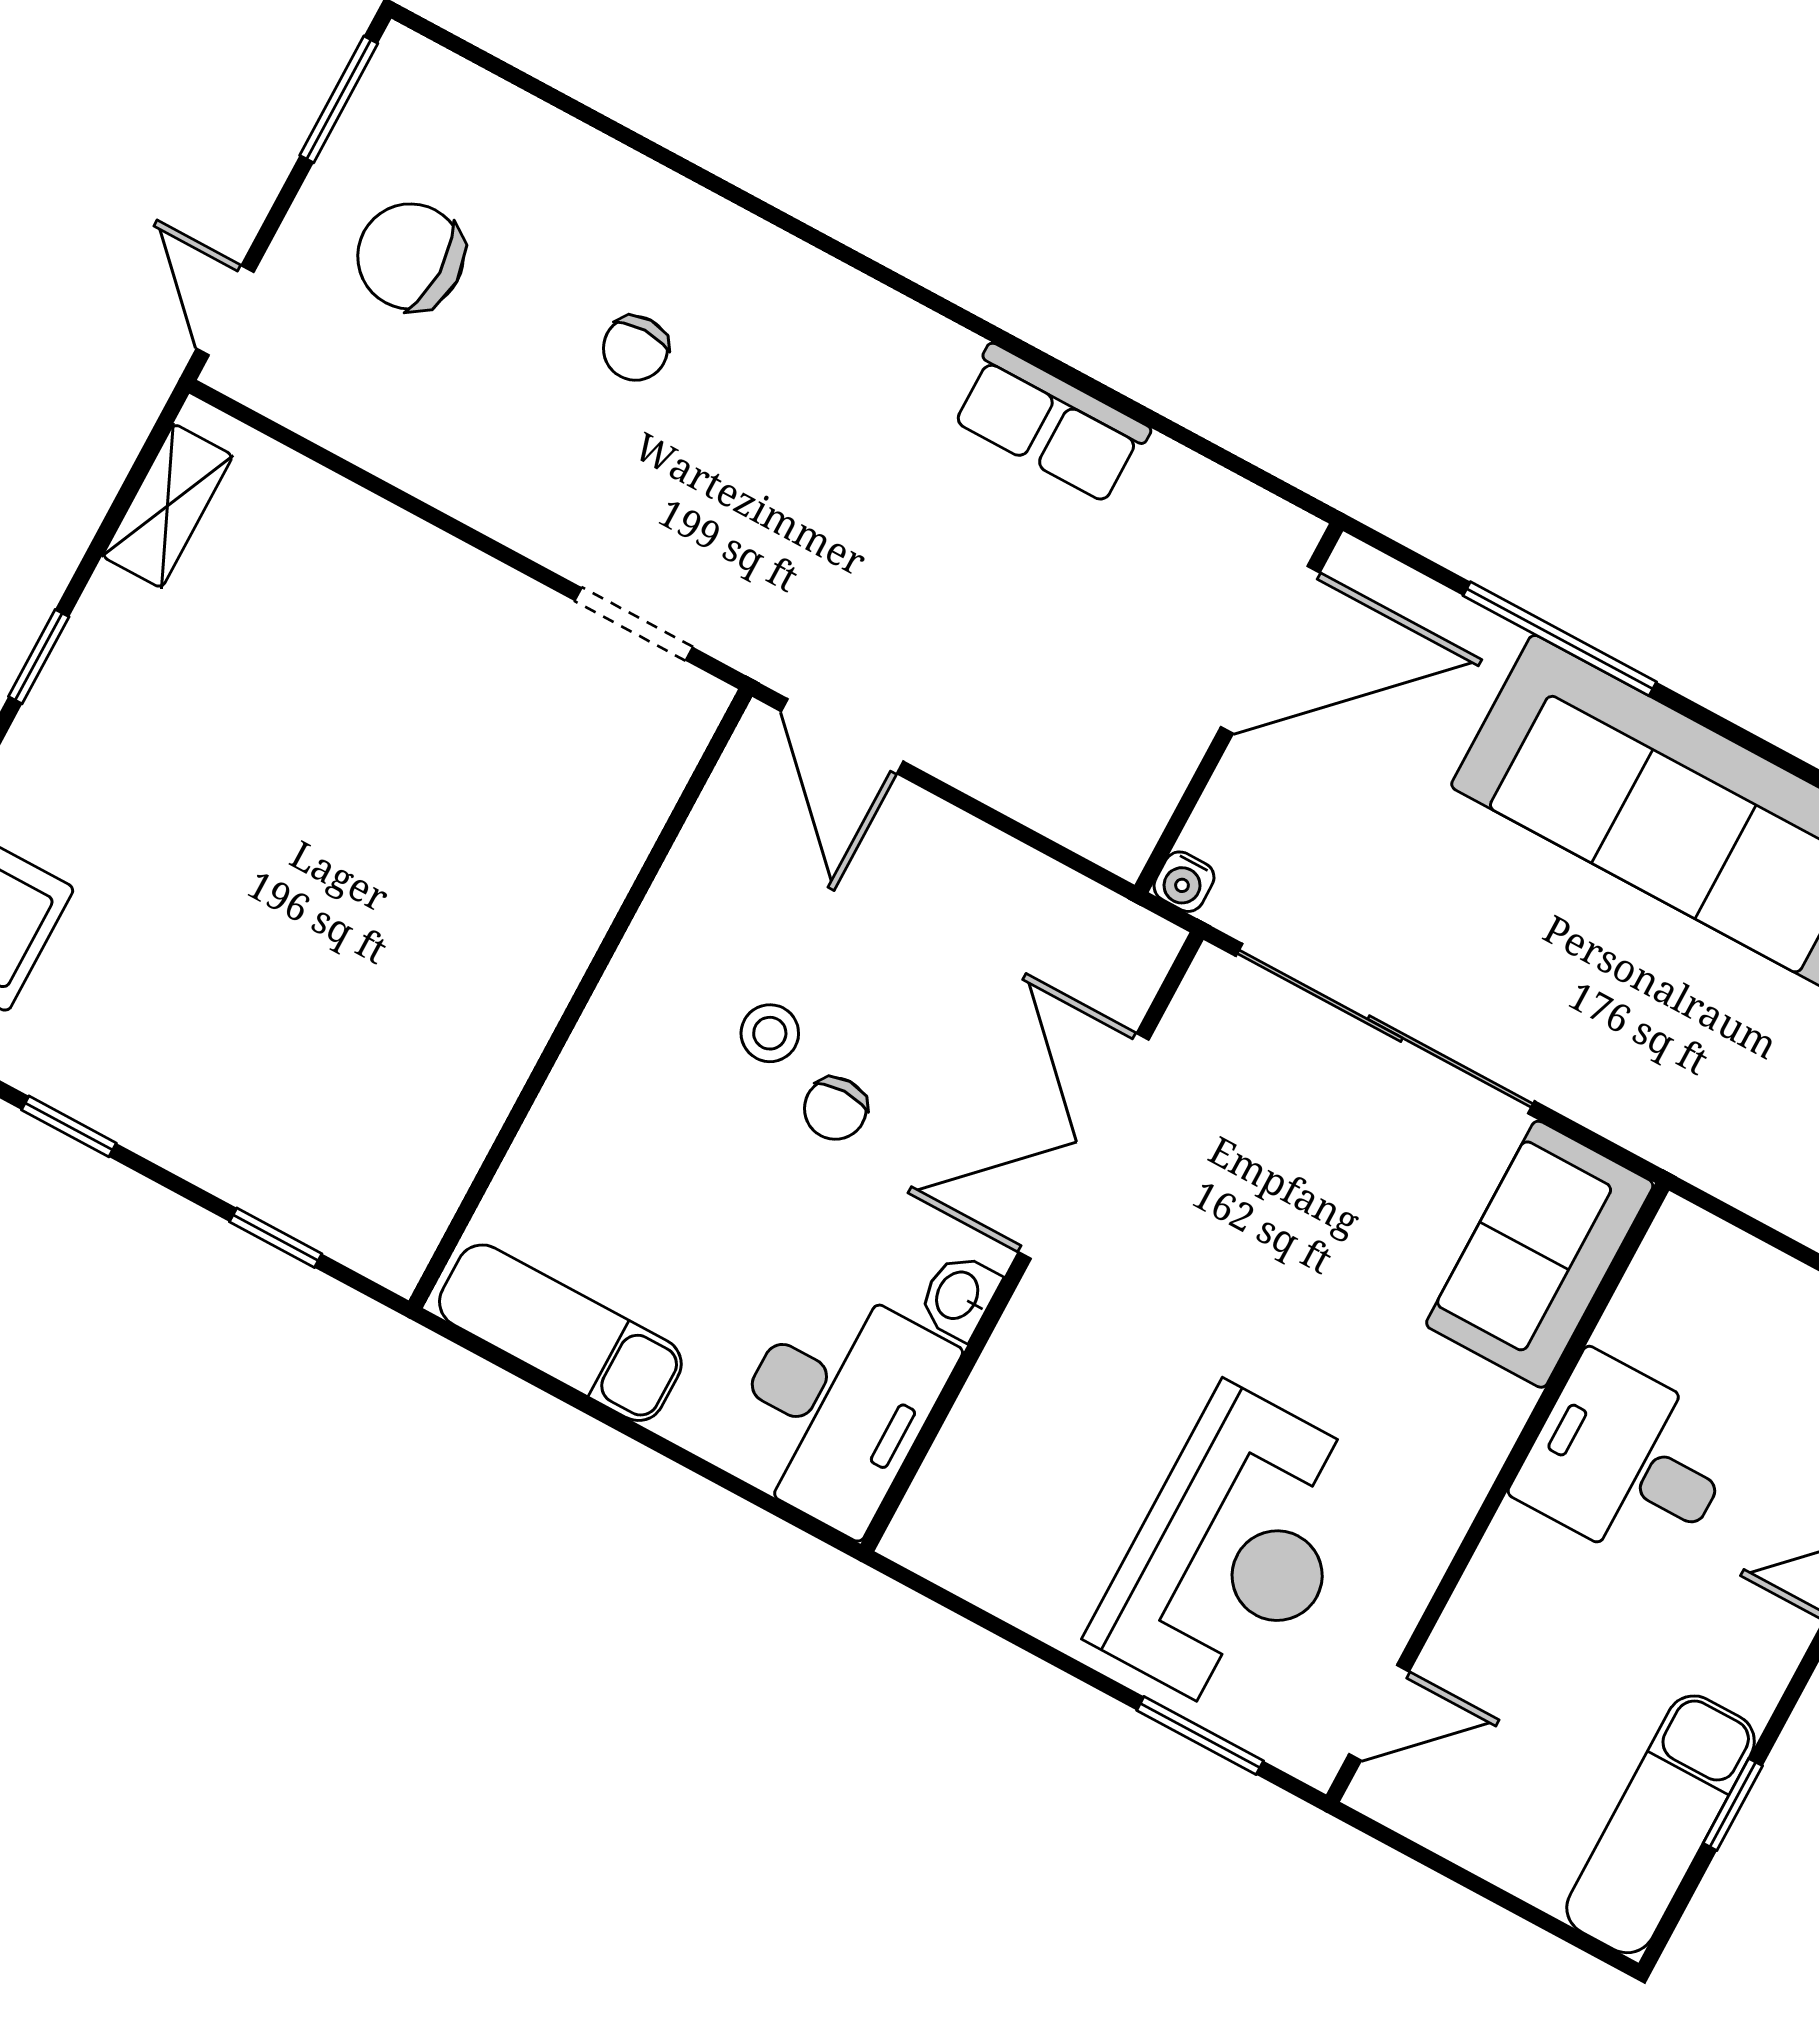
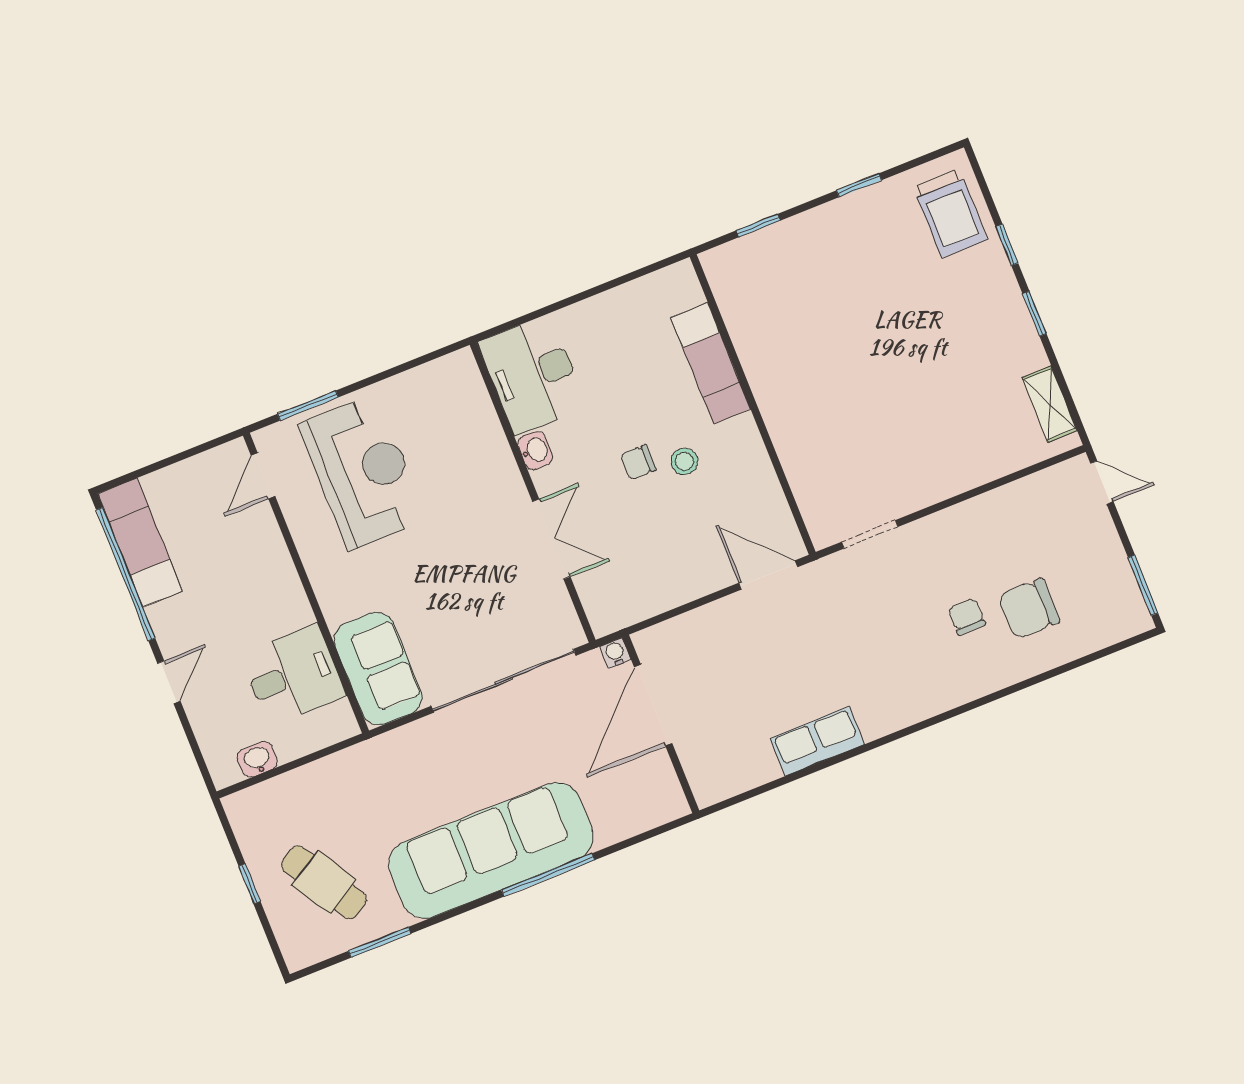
chair: (411, 256) -> (1029, 609), moved, turned 180
window: (1560, 639) -> (548, 875), moved
door: (1270, 650) -> (653, 705), moved
chair: (835, 1109) -> (638, 462), turned -90
double door: (1084, 1146) -> (551, 539), width x0.73
exam couch: (560, 1333) -> (711, 363), moved, turned 90
desk: (1627, 1462) -> (293, 675), moved
reception desk: (1234, 1553) -> (363, 472), turned 180
window: (1733, 1805) -> (126, 574), width x3.17

